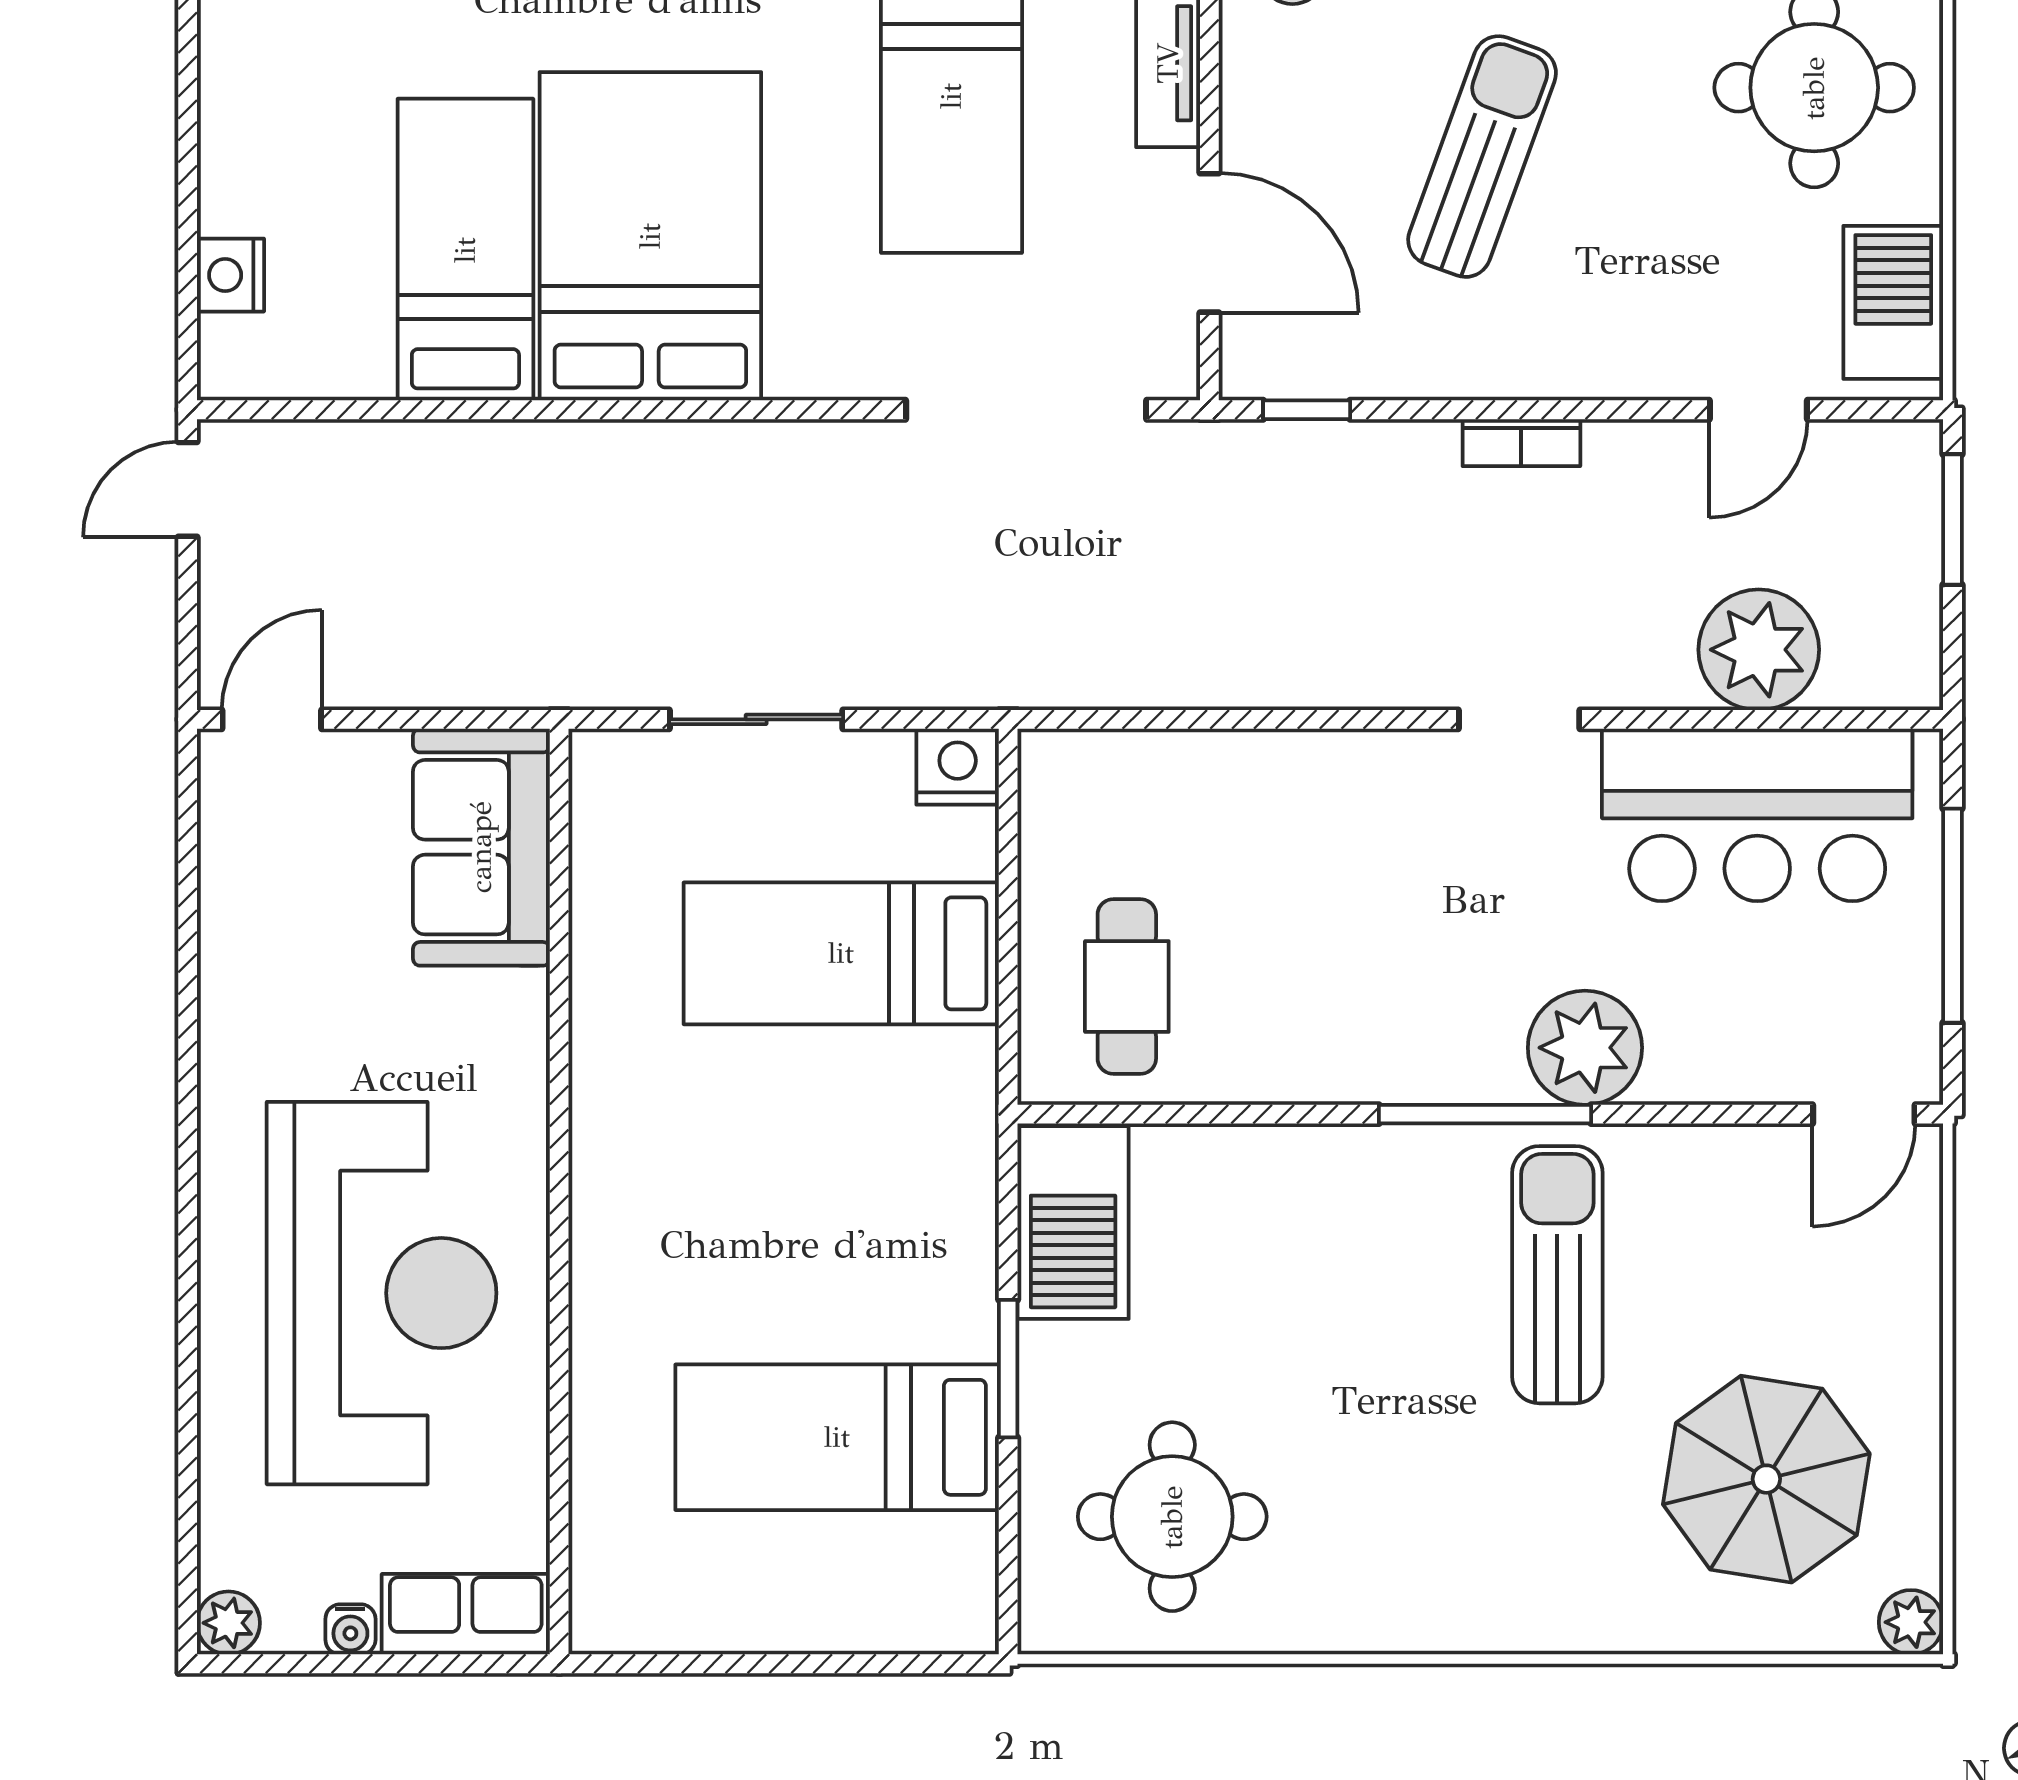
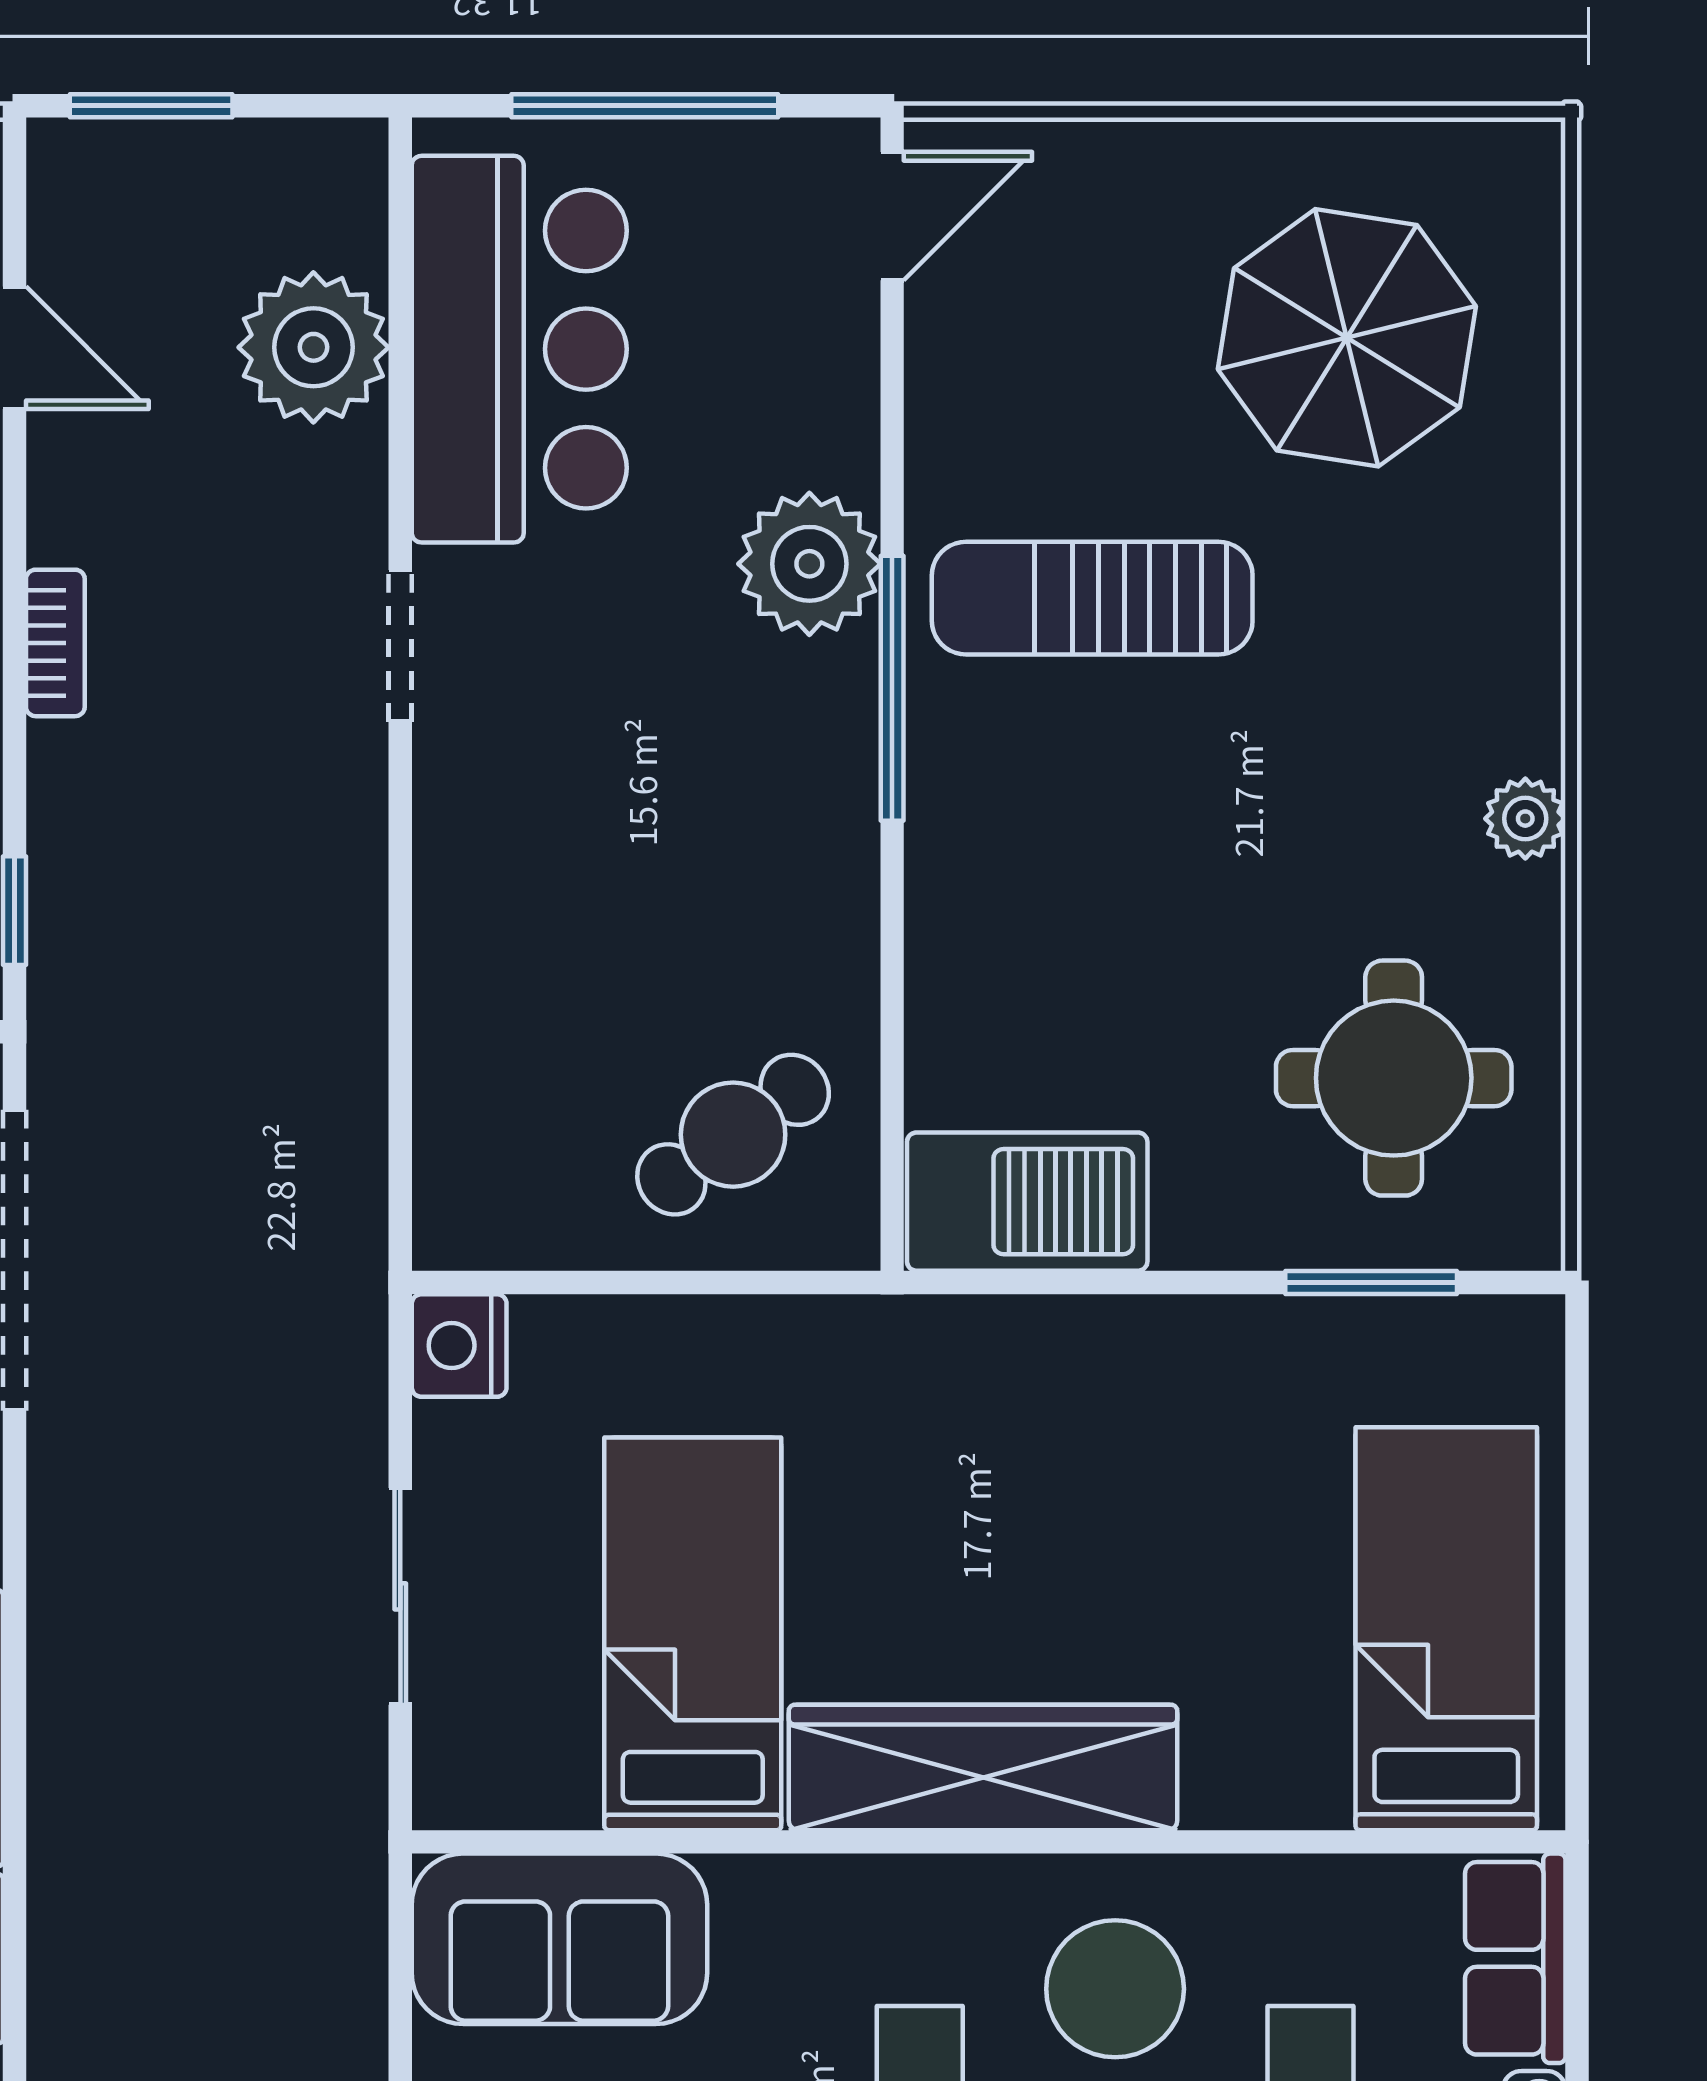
bed: (841, 953) -> (693, 1634), moved, turned 180
cafe table: (1127, 986) -> (733, 1135), turned -36
door: (1864, 1114) -> (892, 216), hinge flipped
wardrobe: (619, 1187) -> (983, 1767), added
window: (1008, 1369) -> (1371, 1282), moved
bed: (837, 1437) -> (1446, 1629), moved, turned 180
plant: (1911, 1622) -> (1525, 819), moved

